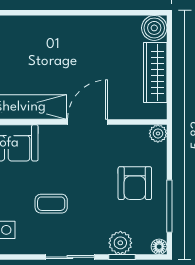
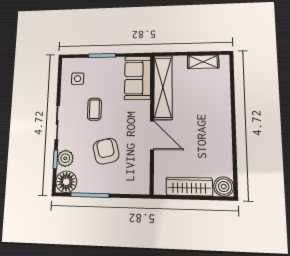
plant: (158, 133) -> (143, 188), removed
armchair: (135, 183) -> (106, 151), moved, turned 76
floor lamp: (159, 247) -> (66, 182), width x1.89, depth x1.89

